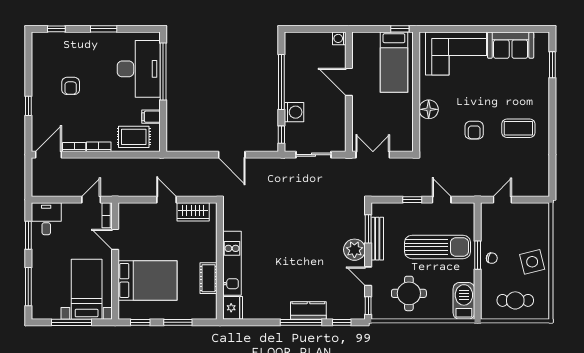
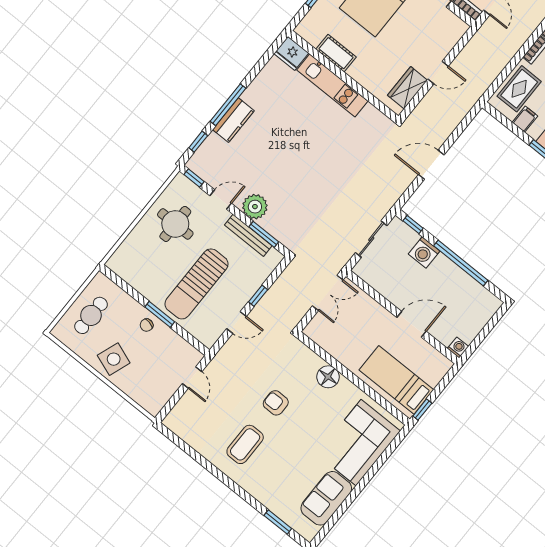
side table: (532, 262) -> (114, 359), turned 34
barbecue: (464, 301) -> (128, 268), removed

